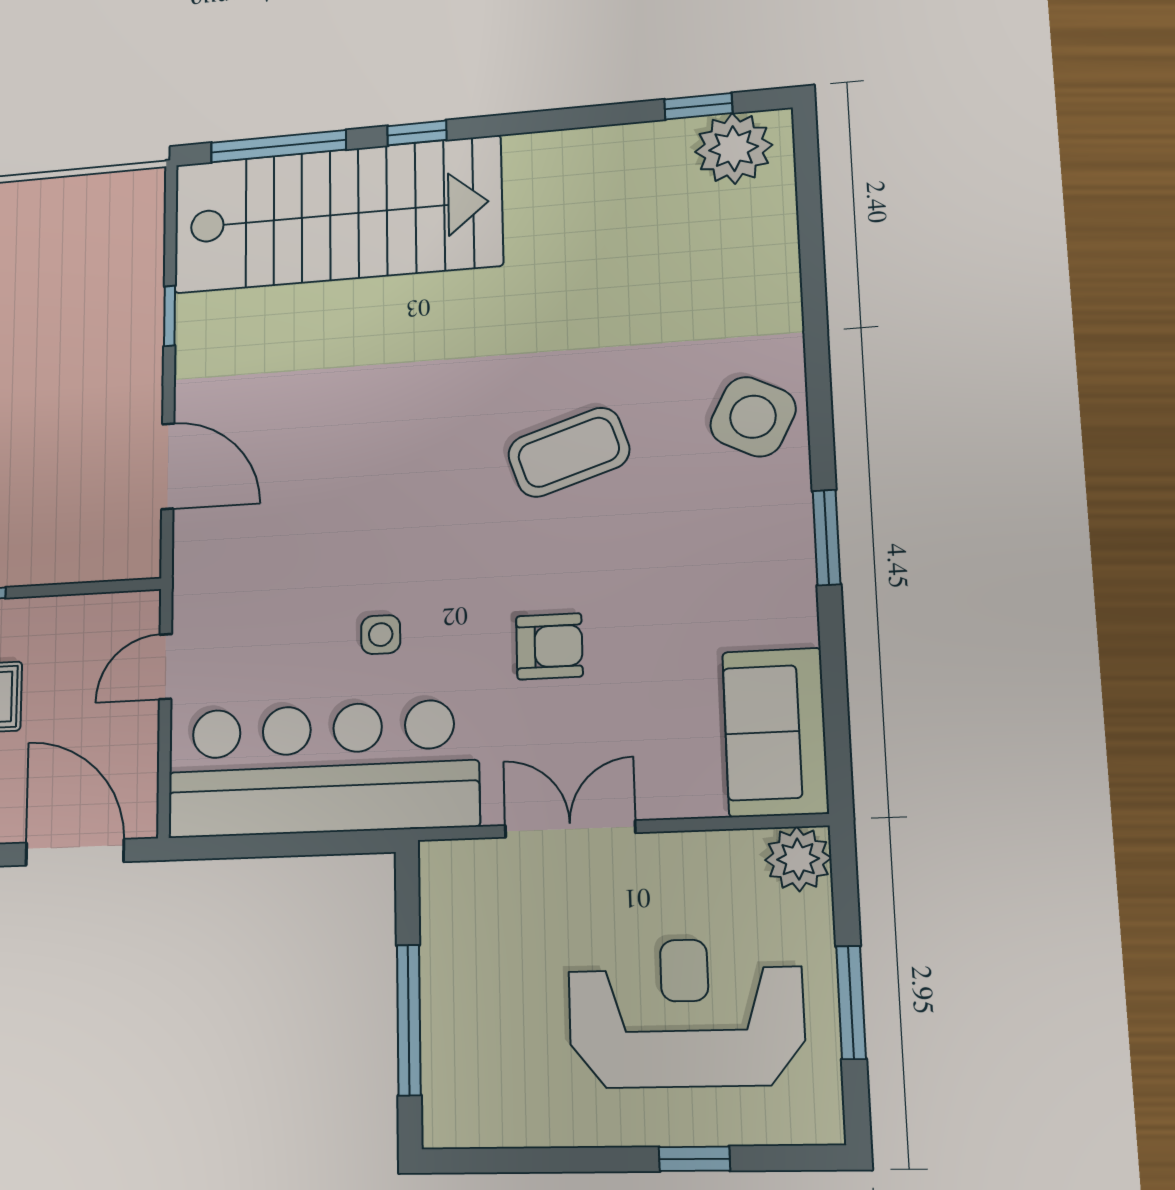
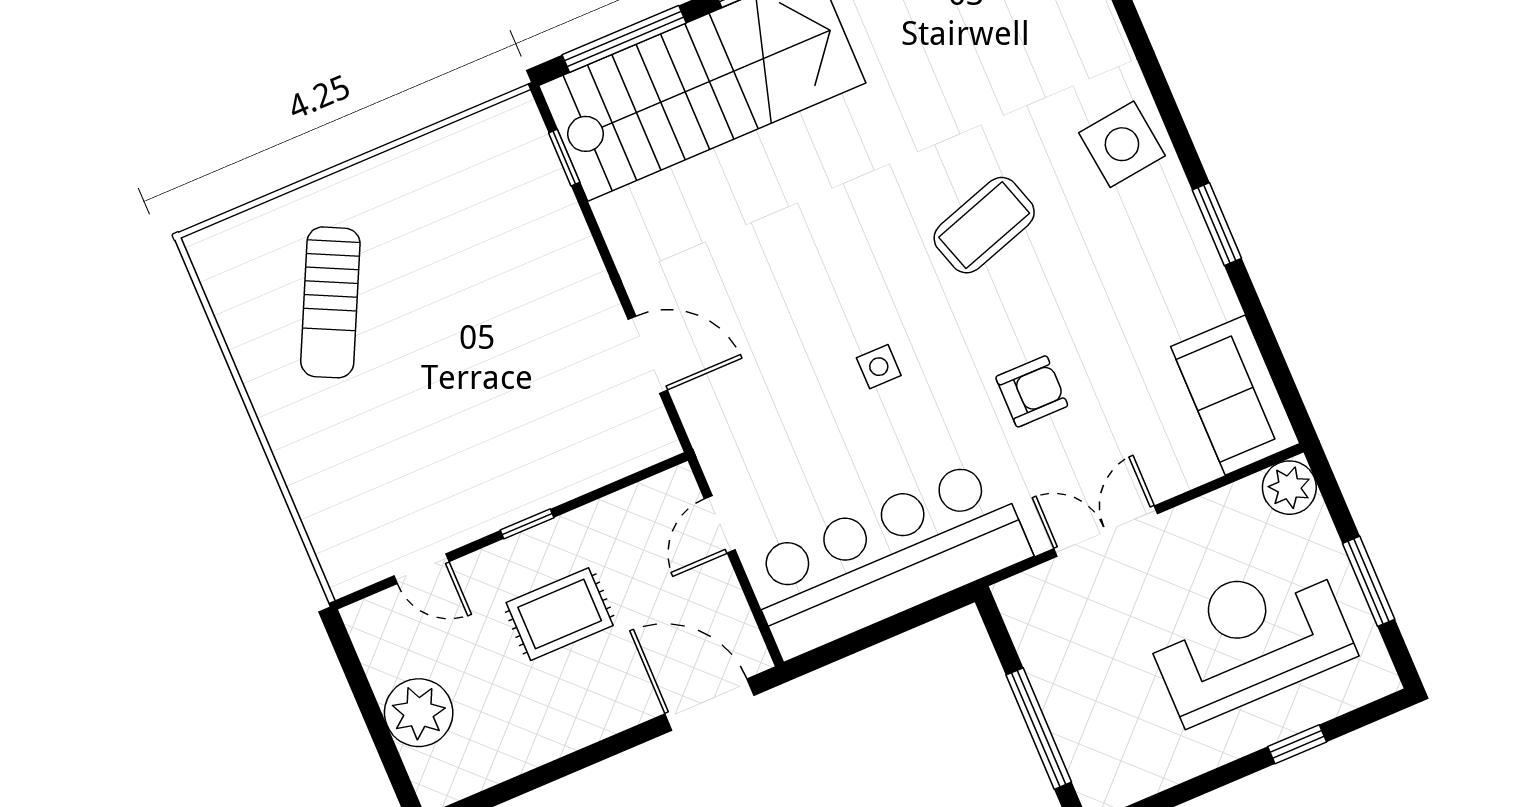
window: (170, 316) -> (564, 158), moved
side table: (753, 417) -> (1122, 144), turned -34
side table: (381, 635) -> (879, 367), moved

